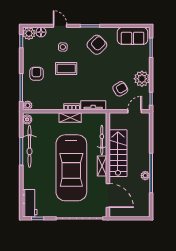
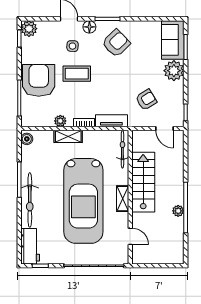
floor lamp: (41, 32) -> (89, 27), moved
sofa: (133, 36) -> (173, 40), moved, turned 90
armchair: (36, 74) -> (39, 80), width x1.88, depth x1.88
plant: (142, 79) -> (174, 71), moved
plant: (28, 105) -> (60, 121), moved
door: (135, 111) -> (165, 128), swing flipped
shelving: (70, 118) -> (68, 136), moved
bicycle: (102, 140) -> (122, 149), moved
bicycle: (30, 146) -> (30, 200), moved
door: (108, 195) -> (130, 236), width x0.53

